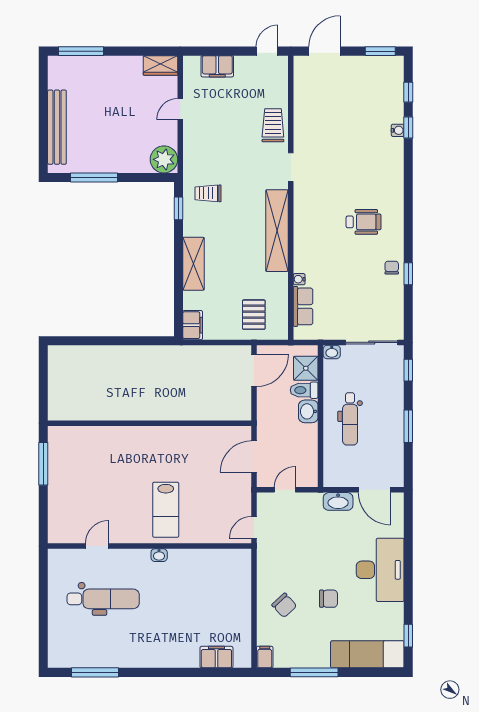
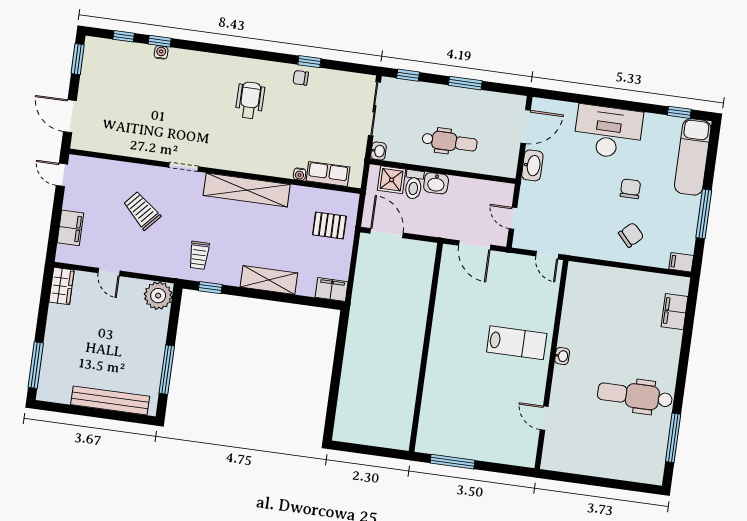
trolley: (273, 125) -> (142, 210), moved, turned 42
dental chair: (103, 599) -> (635, 396), moved, turned -90

